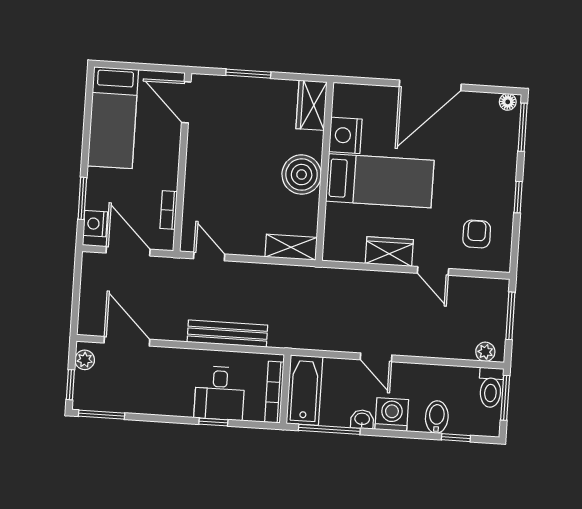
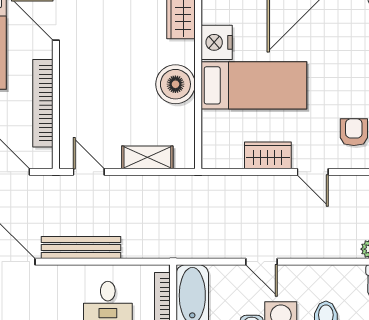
bookcase: (169, 210) -> (43, 103), width x2.31, depth x1.31
shelving: (291, 247) -> (147, 157), moved
bench: (227, 334) -> (81, 248), moved

